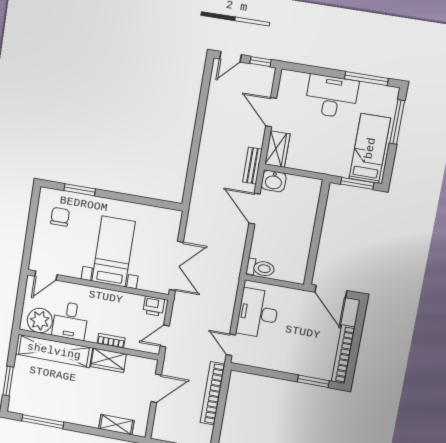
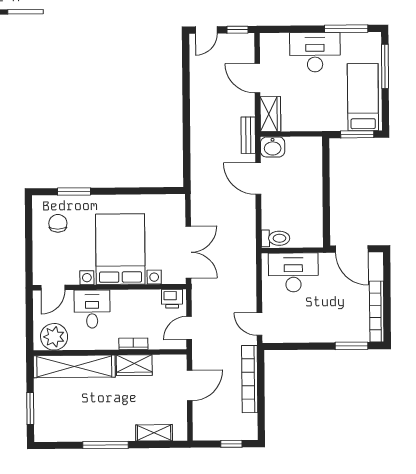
bed with nightstands: (114, 251) -> (120, 249), width x1.36
desk: (258, 313) -> (293, 272), moved, turned 90
desk: (70, 321) -> (92, 309), moved, turned 180
window: (43, 422) -> (105, 445), moved

